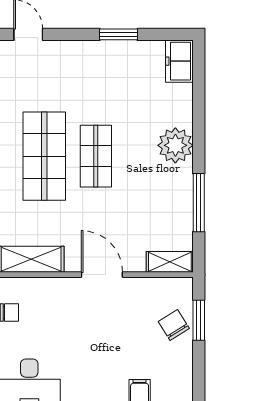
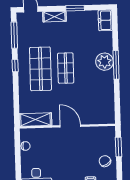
window: (199, 203) -> (116, 65), moved
shelving: (170, 262) -> (54, 17), moved
chair: (174, 325) -> (105, 161), moved

